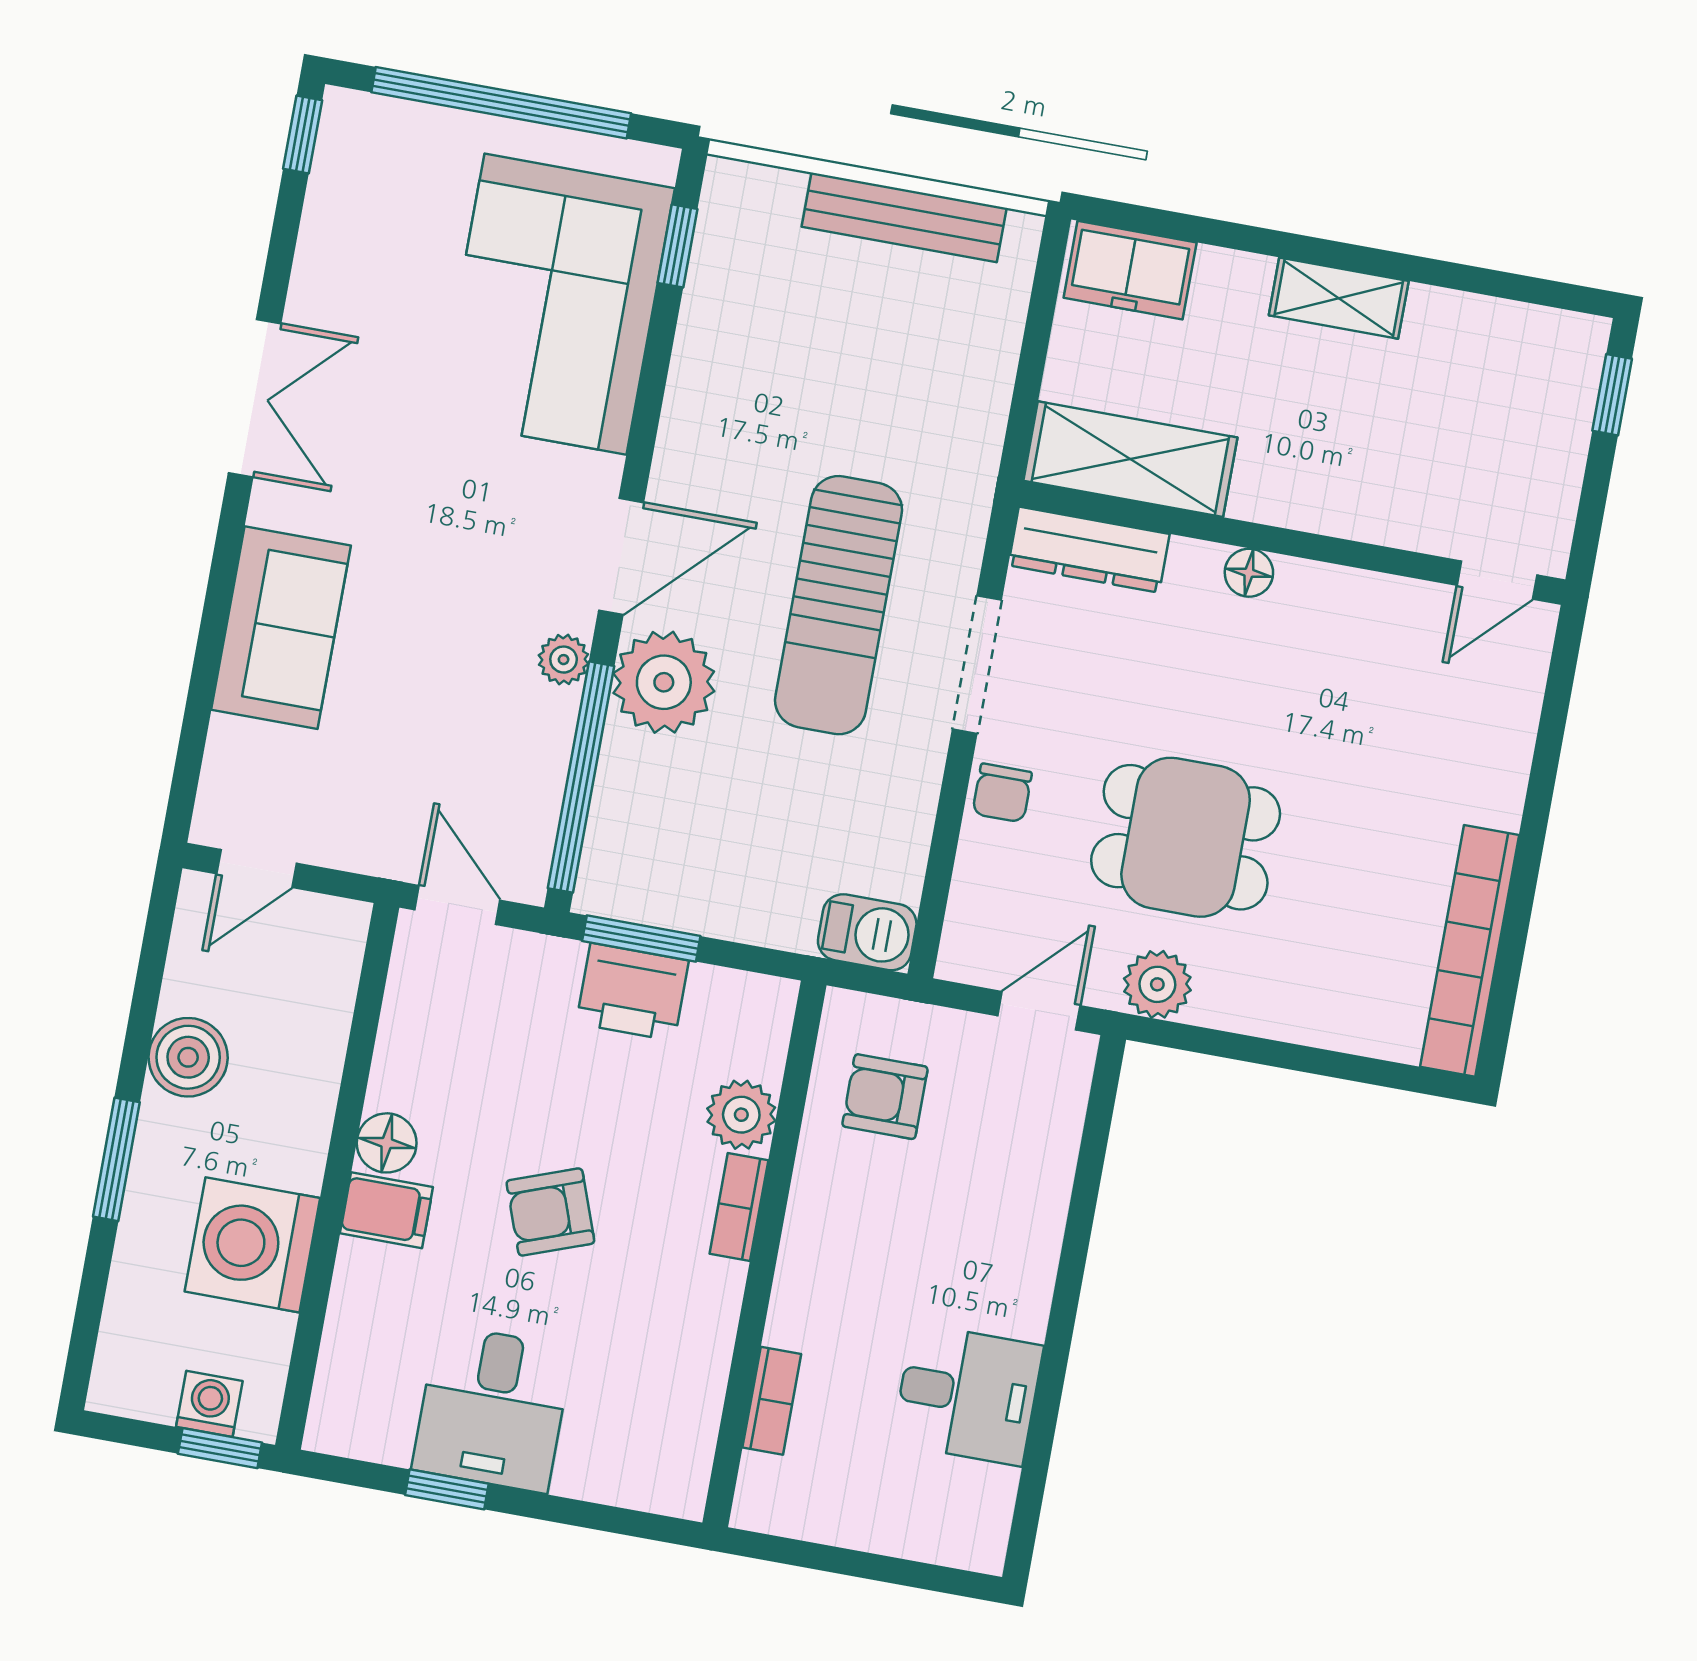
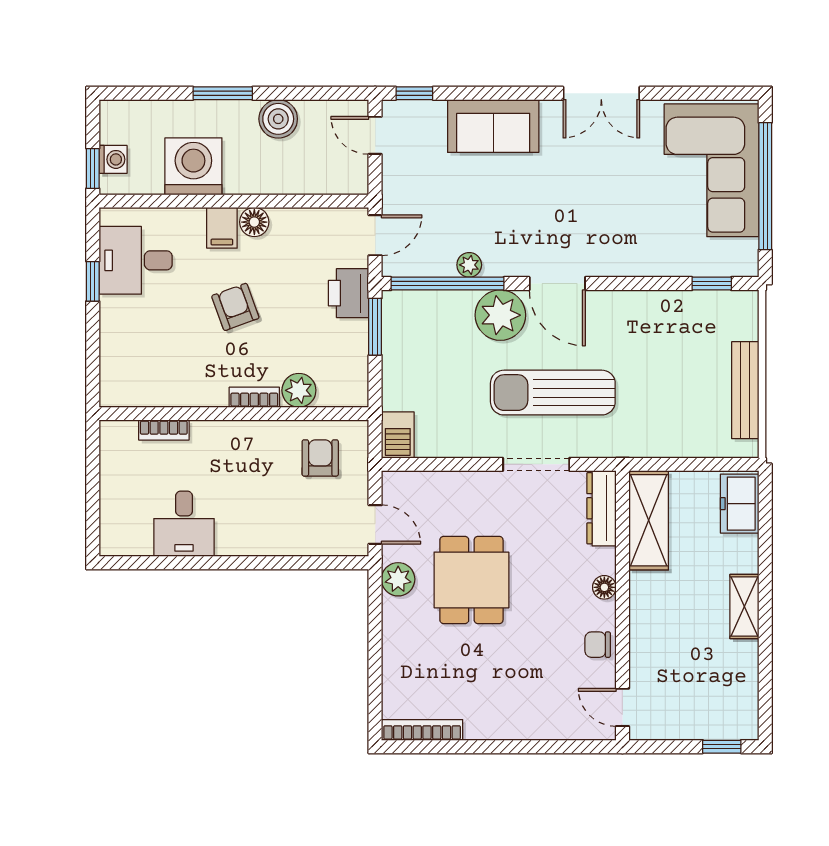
window: (303, 135) -> (414, 93), moved
corner sofa: (555, 304) -> (712, 170), moved, turned -90
plant: (564, 660) -> (469, 265), moved
chair: (1002, 793) -> (598, 645), moved
bookcase: (1470, 951) -> (422, 730), width x0.68, depth x0.76
printer: (632, 992) -> (349, 293), moved
desk: (492, 1409) -> (136, 260), moved

